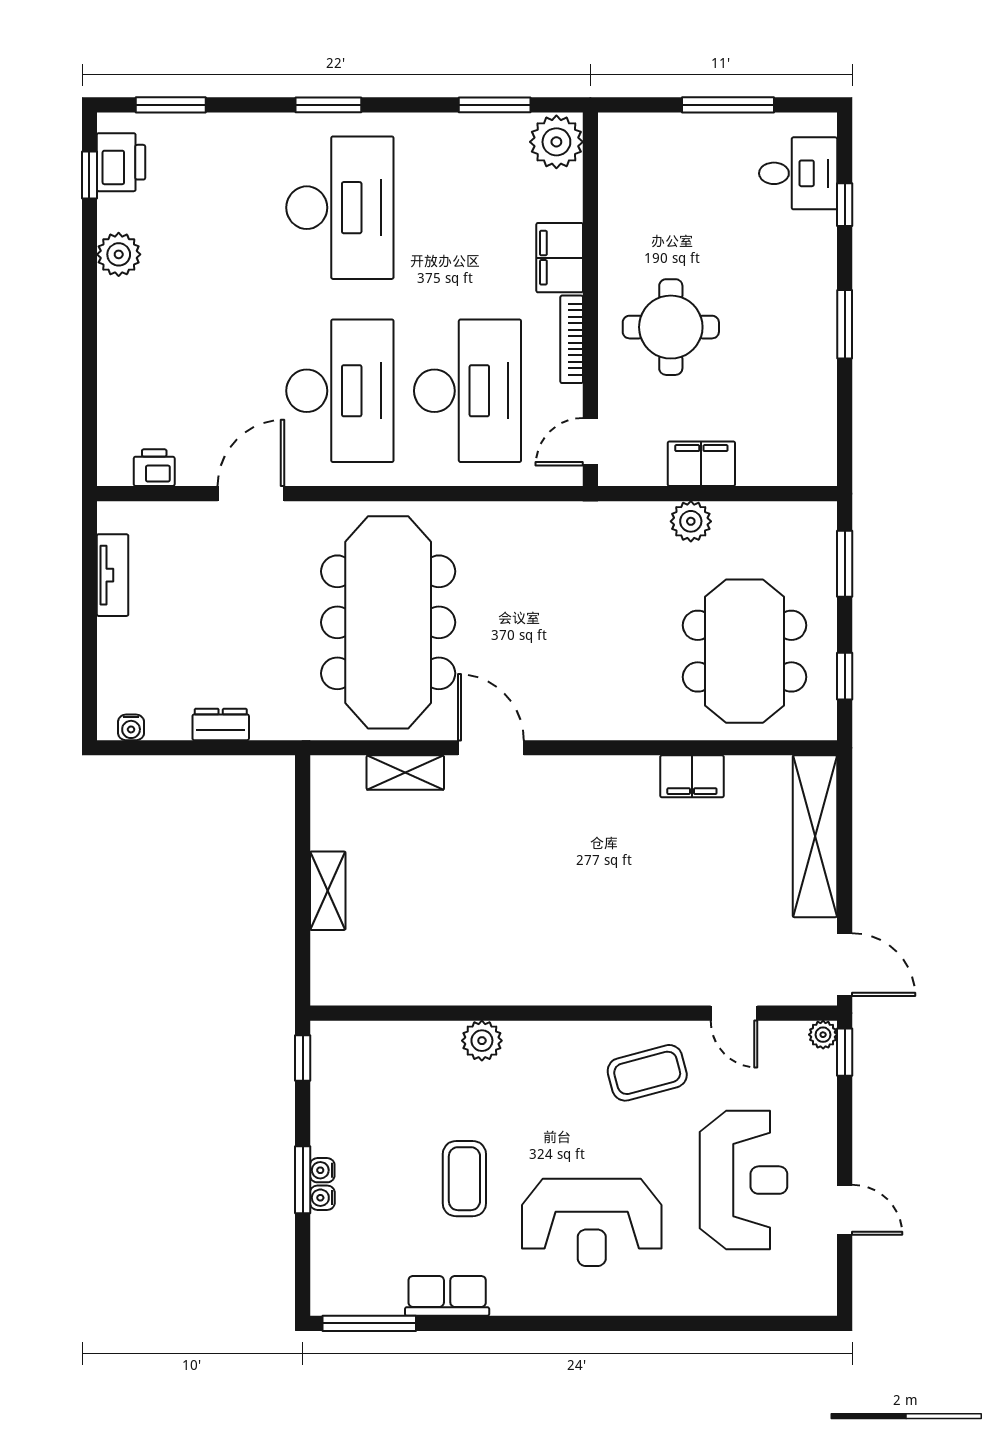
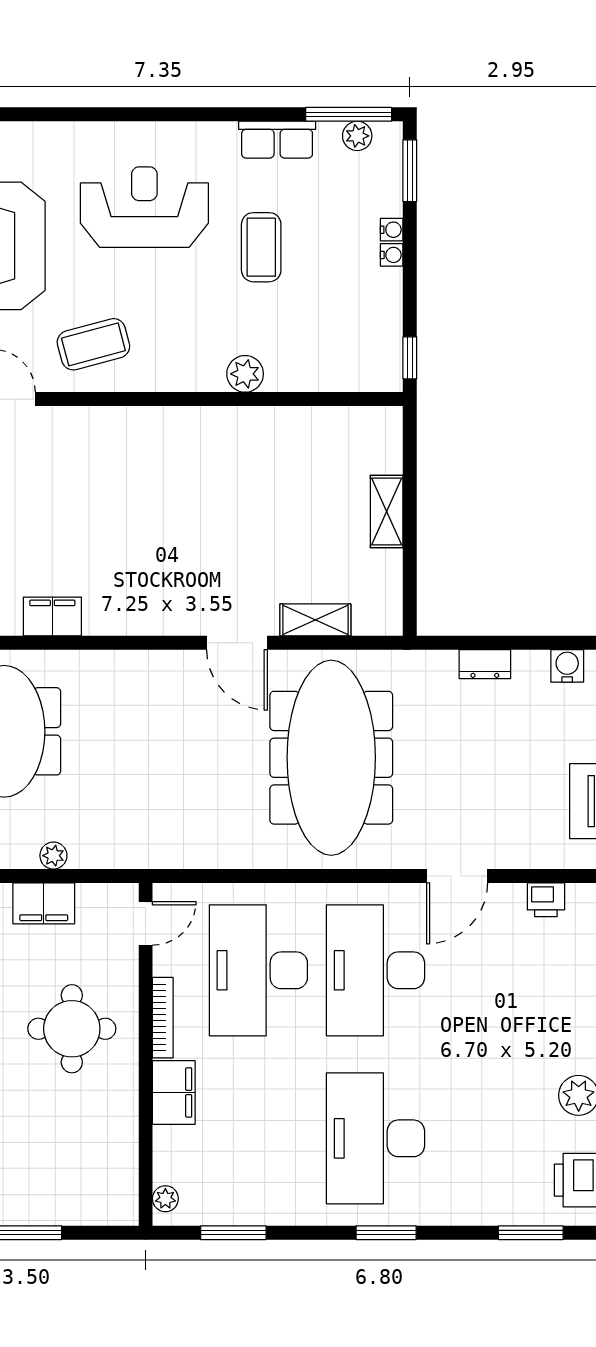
plant: (556, 142) -> (165, 1199), width x0.53, depth x0.53
plant: (691, 521) -> (53, 856), width x0.73, depth x0.73
water cooler: (131, 727) -> (567, 666), width x1.38, depth x1.38
window: (303, 1180) -> (410, 171), moved
plant: (360, 1300) -> (357, 136), added

